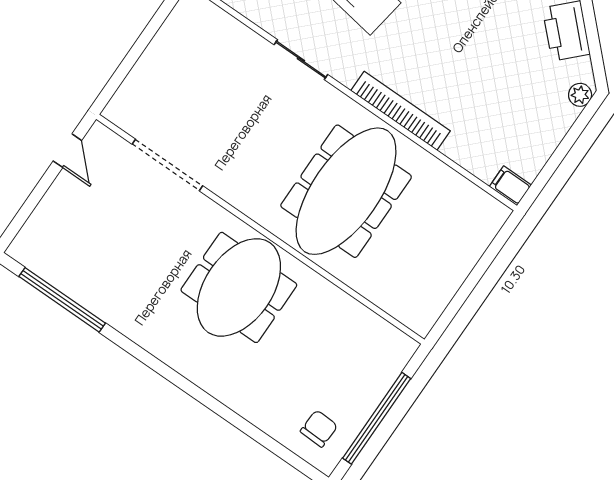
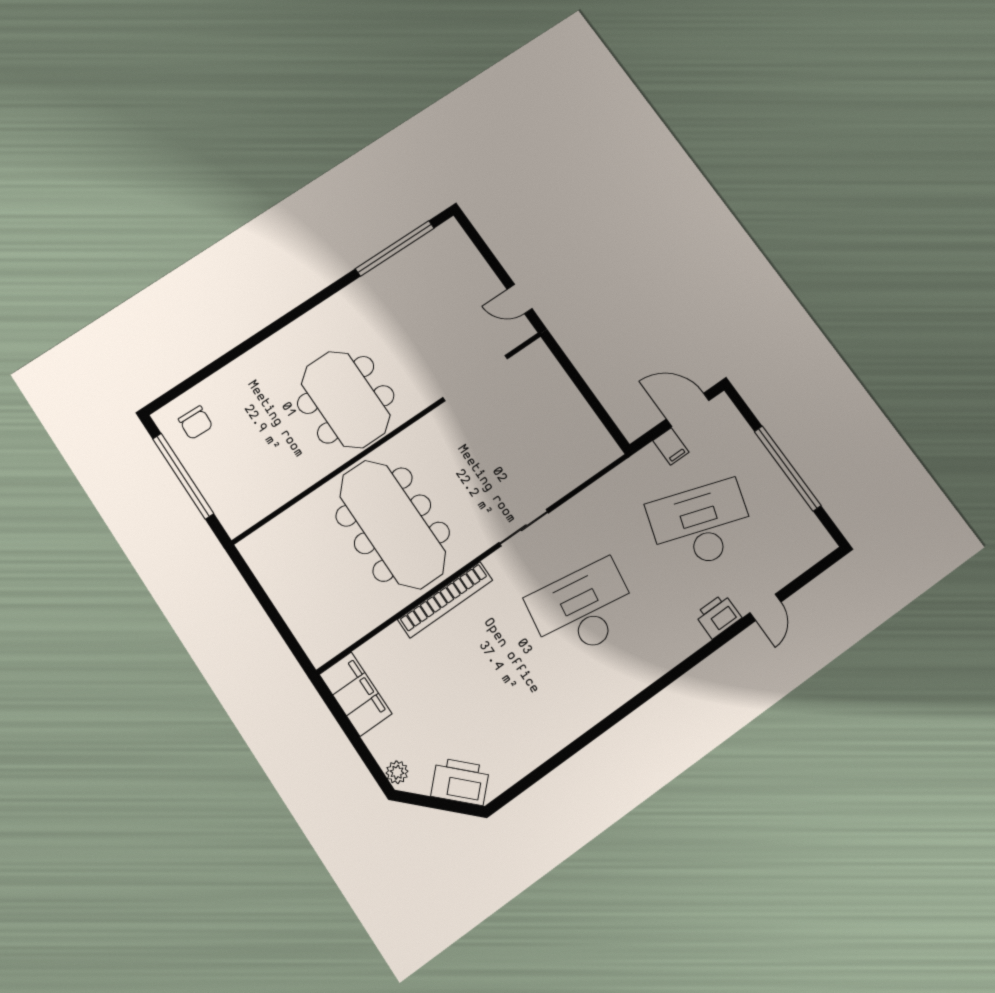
filing cabinet: (510, 186) -> (356, 694), width x3.00, depth x1.17

